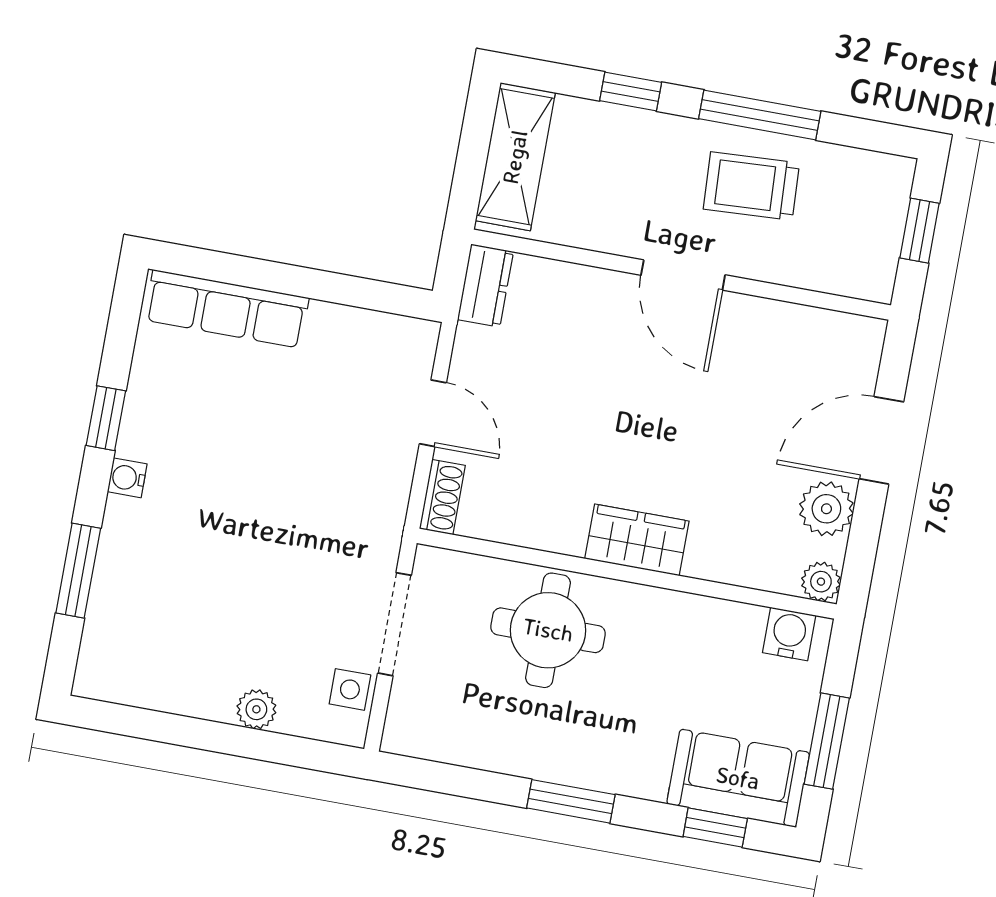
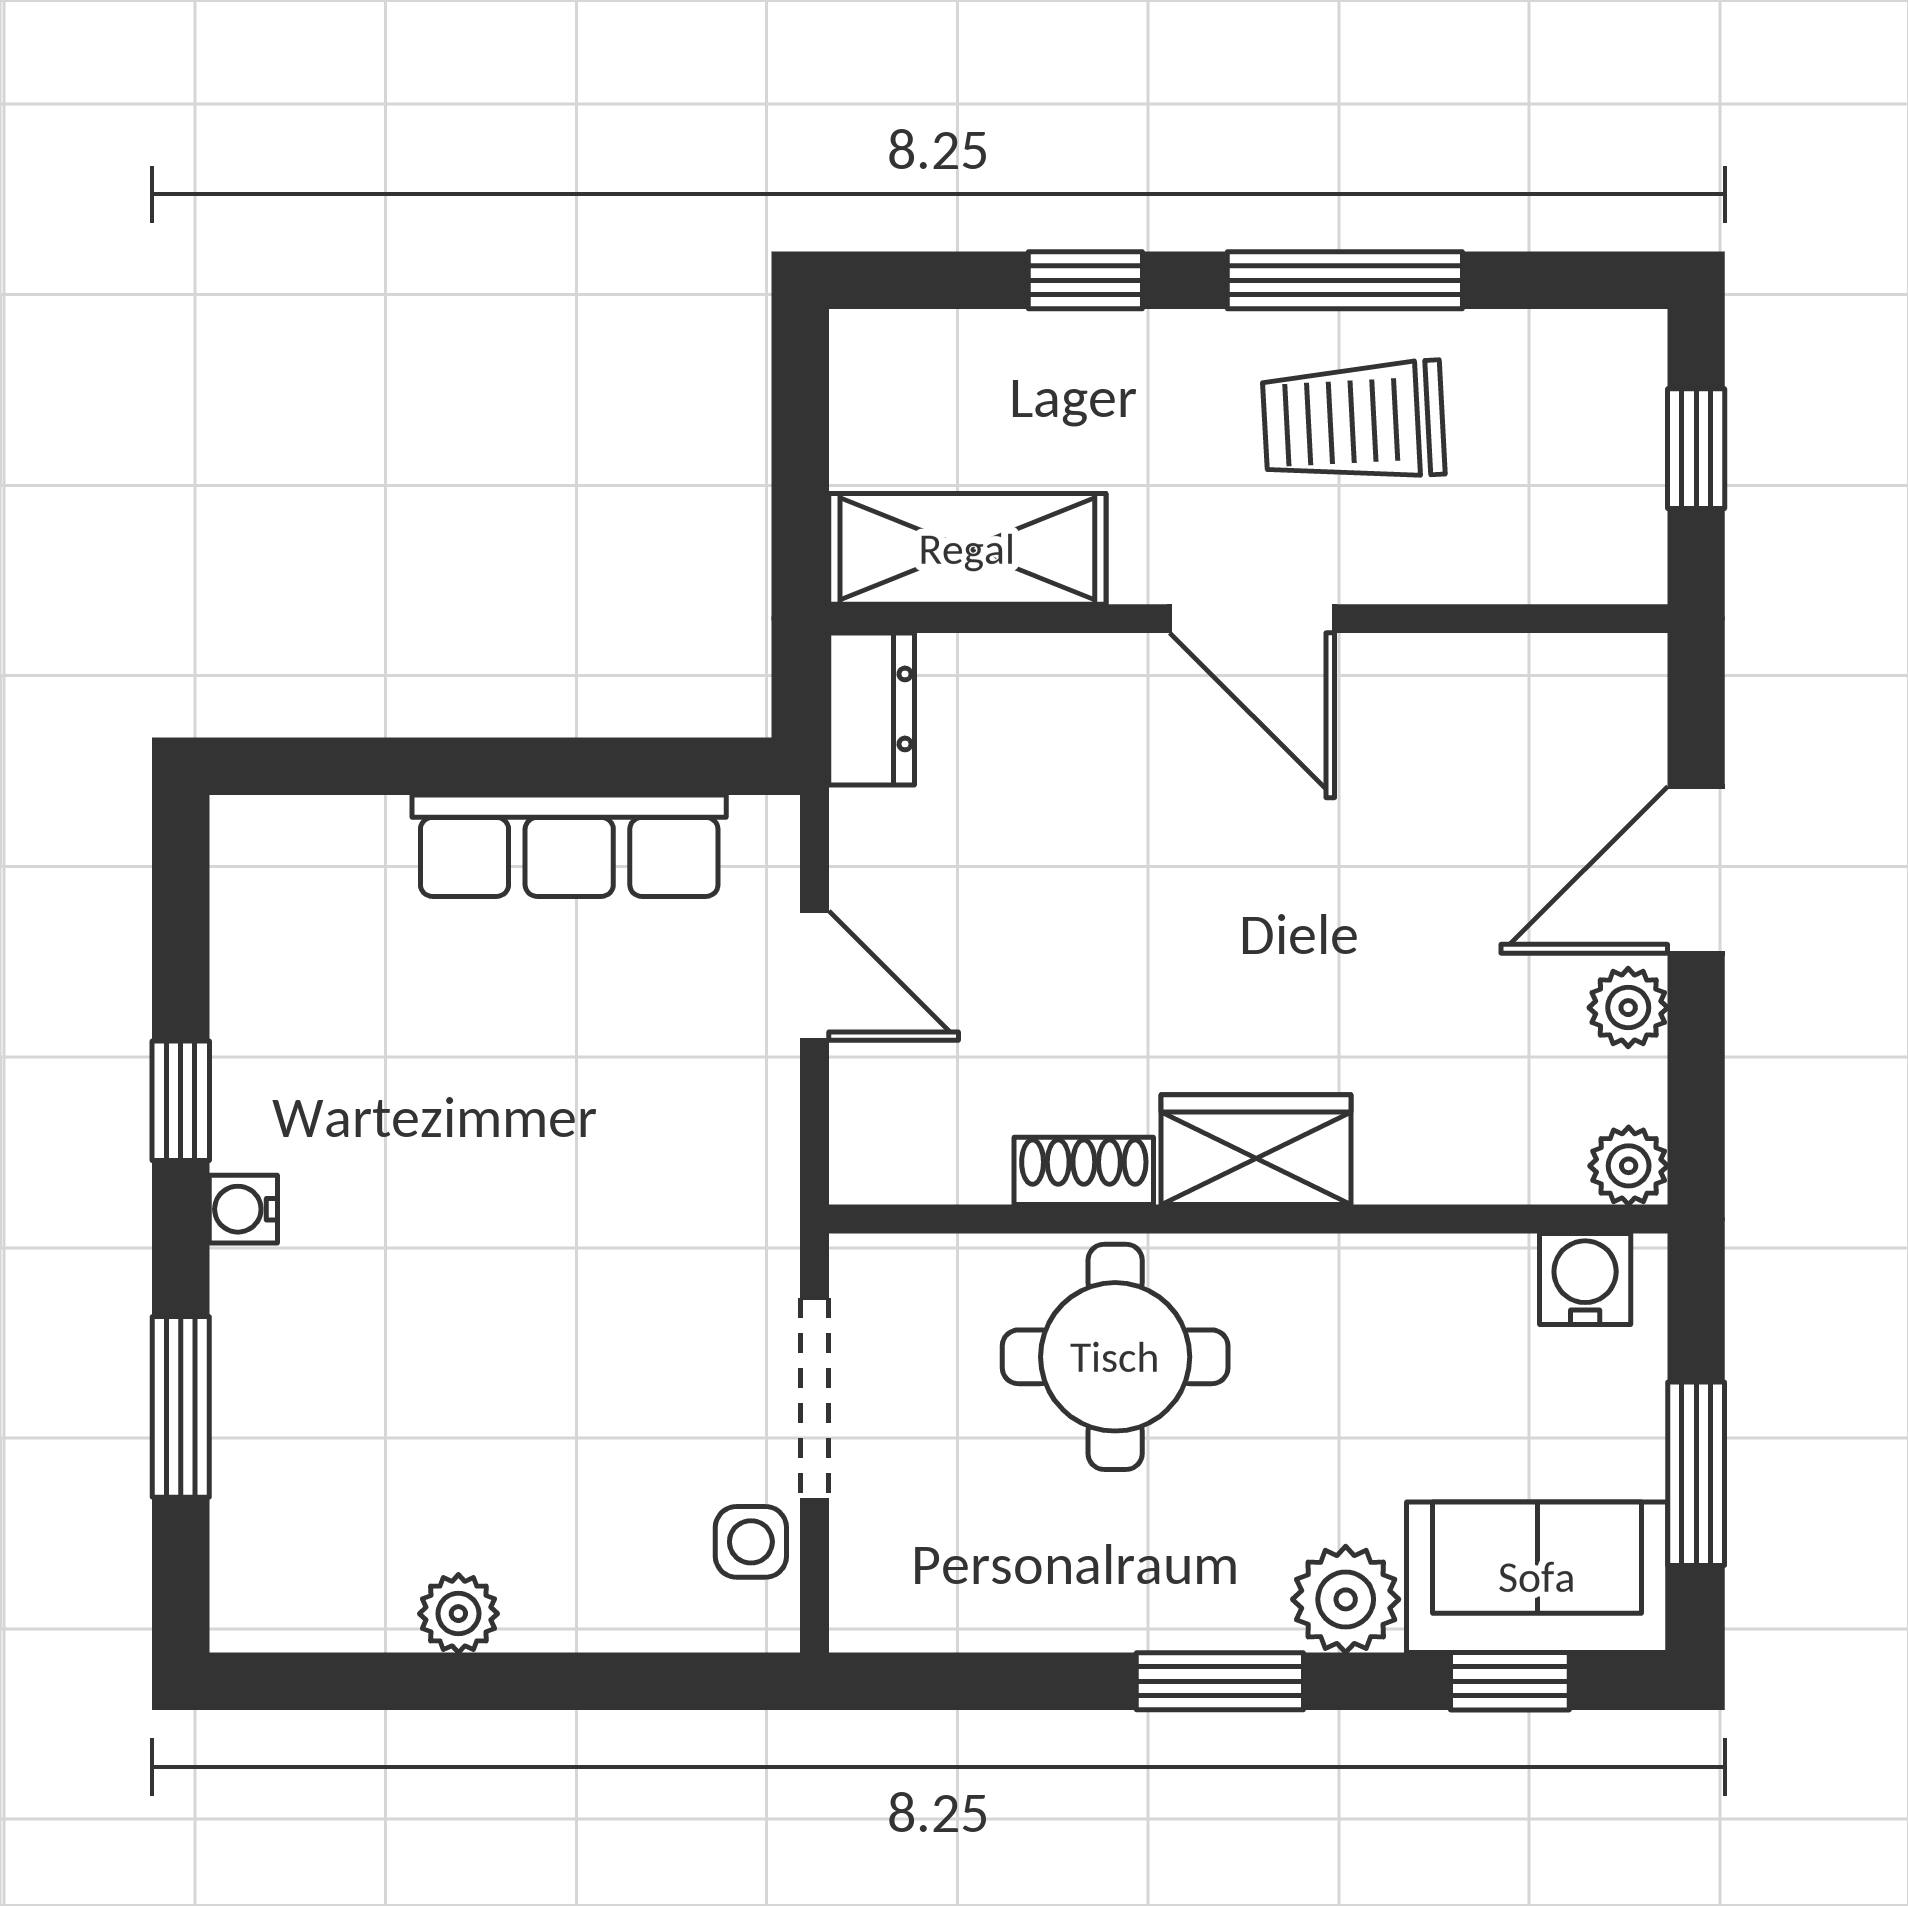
shelving: (515, 157) -> (967, 549), moved, turned 90
row of seats: (227, 309) -> (569, 846), moved
shoe rack: (442, 497) -> (1084, 1171), moved, turned -90
plant: (826, 509) -> (1628, 1008), width x0.73, depth x0.73
plant: (256, 709) -> (458, 1614), moved
plant: (641, 772) -> (1346, 1599), added

